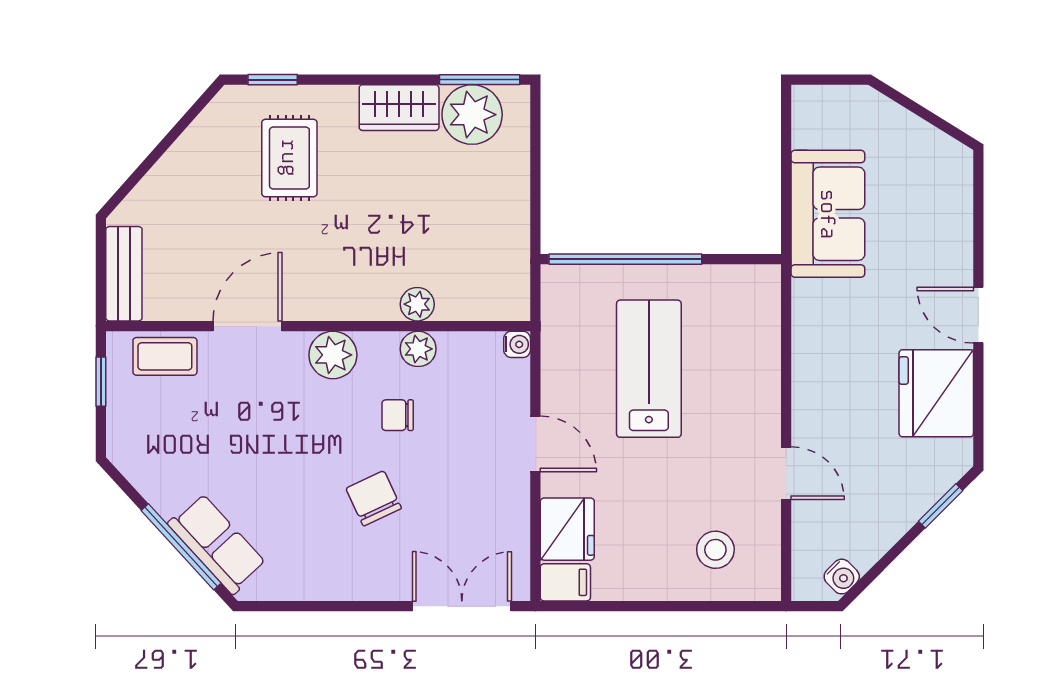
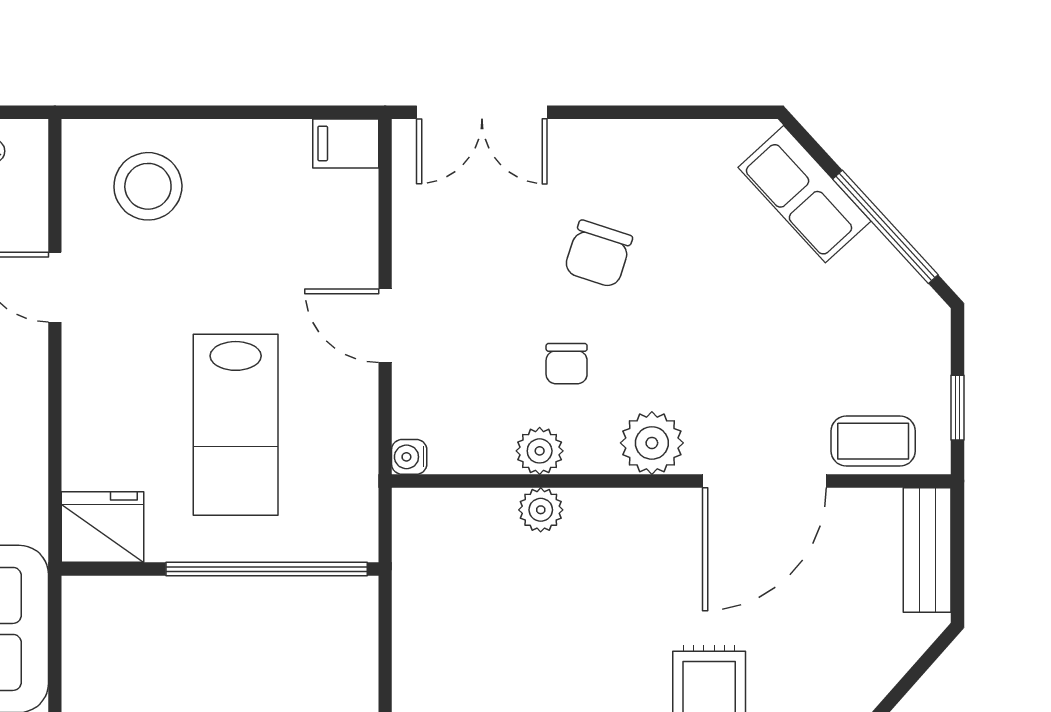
door: (247, 326) -> (764, 481), width x1.36
chair: (398, 415) -> (567, 364), turned 90
chair: (374, 498) -> (598, 254), turned 43
fridge: (567, 529) -> (103, 527), moved, turned 90
window: (181, 547) -> (885, 227), moved
stool: (715, 550) -> (148, 186), width x1.38, depth x1.38

